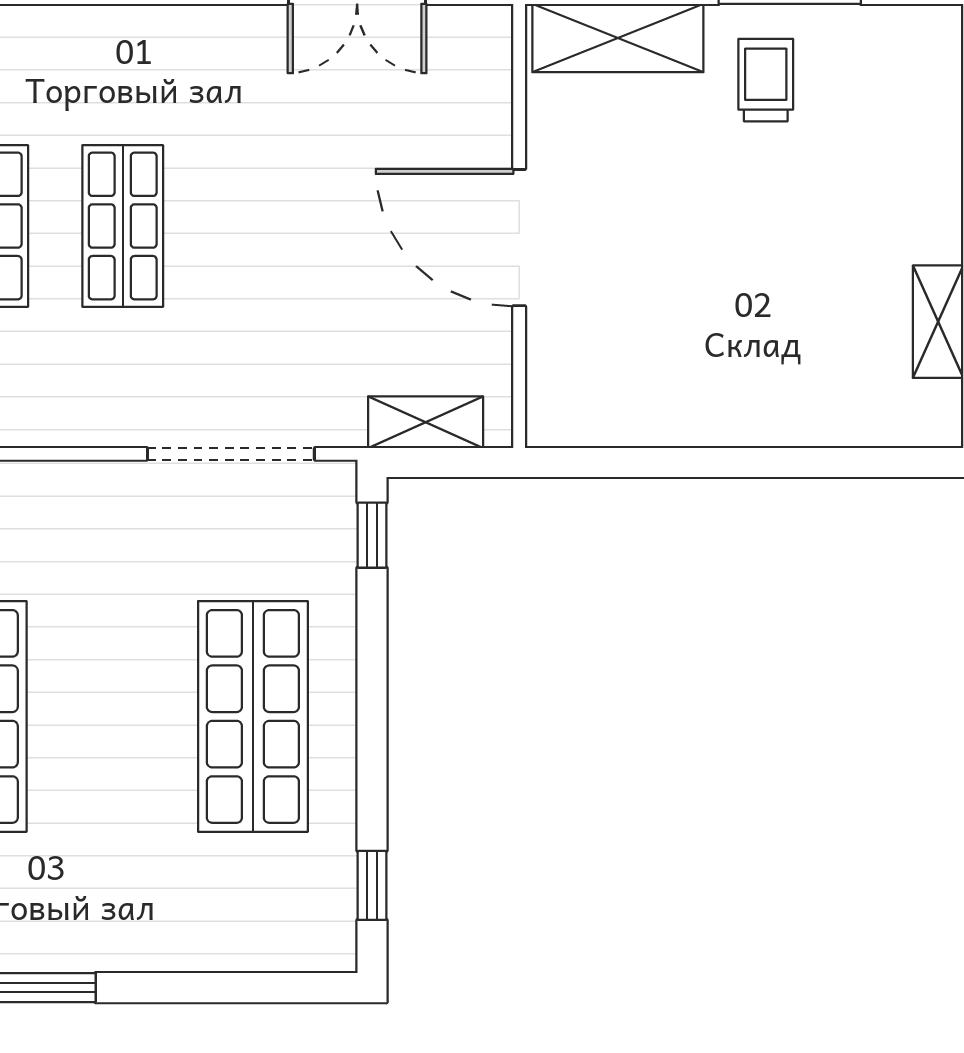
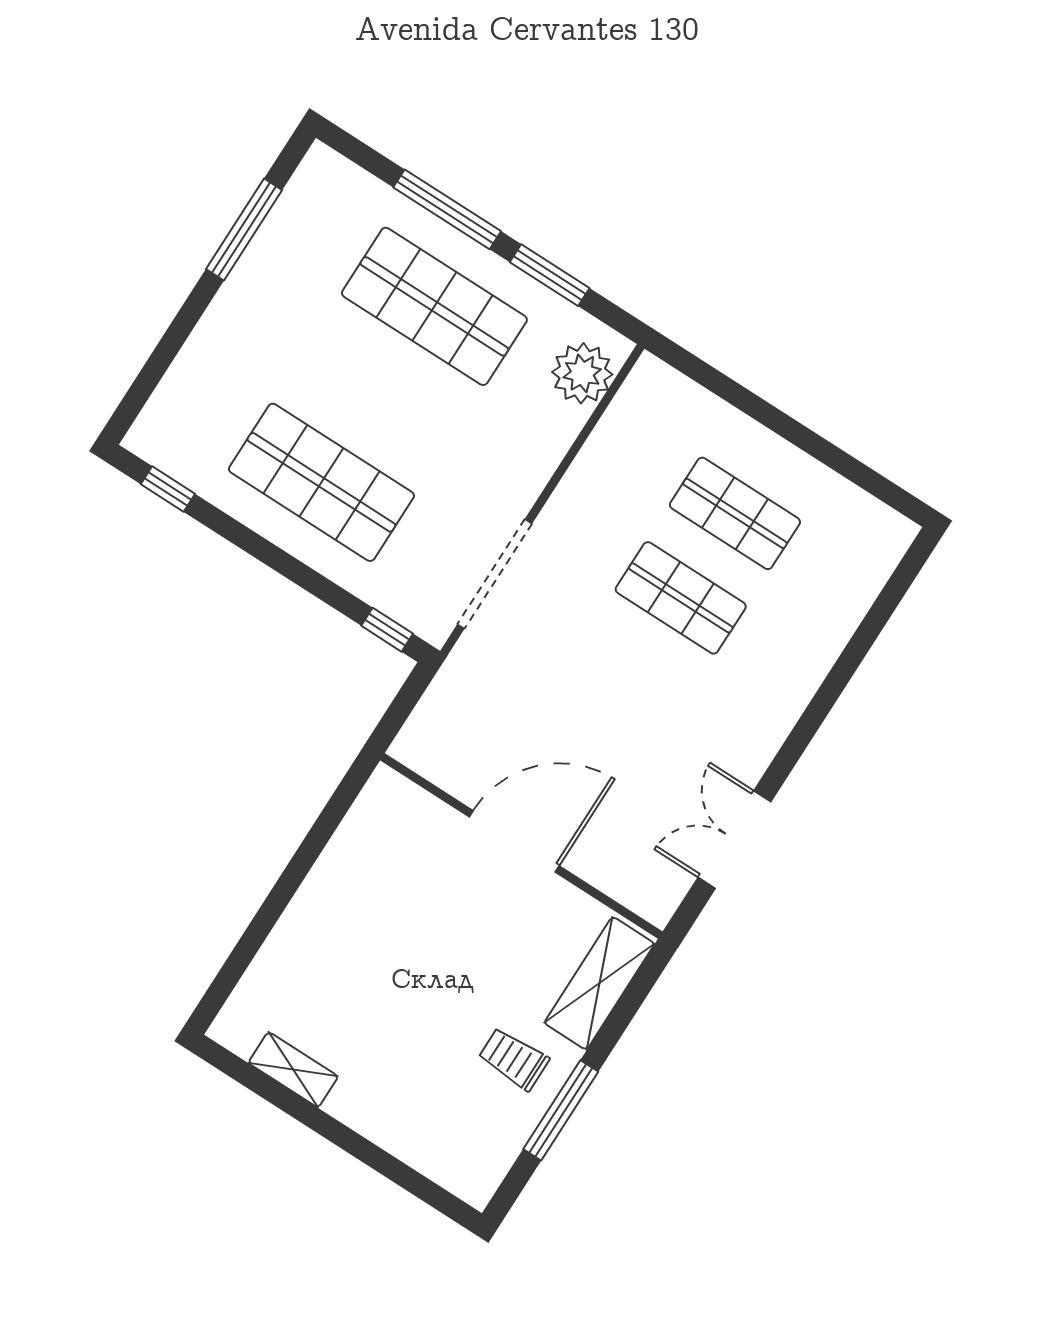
trolley: (766, 80) -> (514, 1059), turned 180
shelving: (426, 422) -> (436, 709), removed

